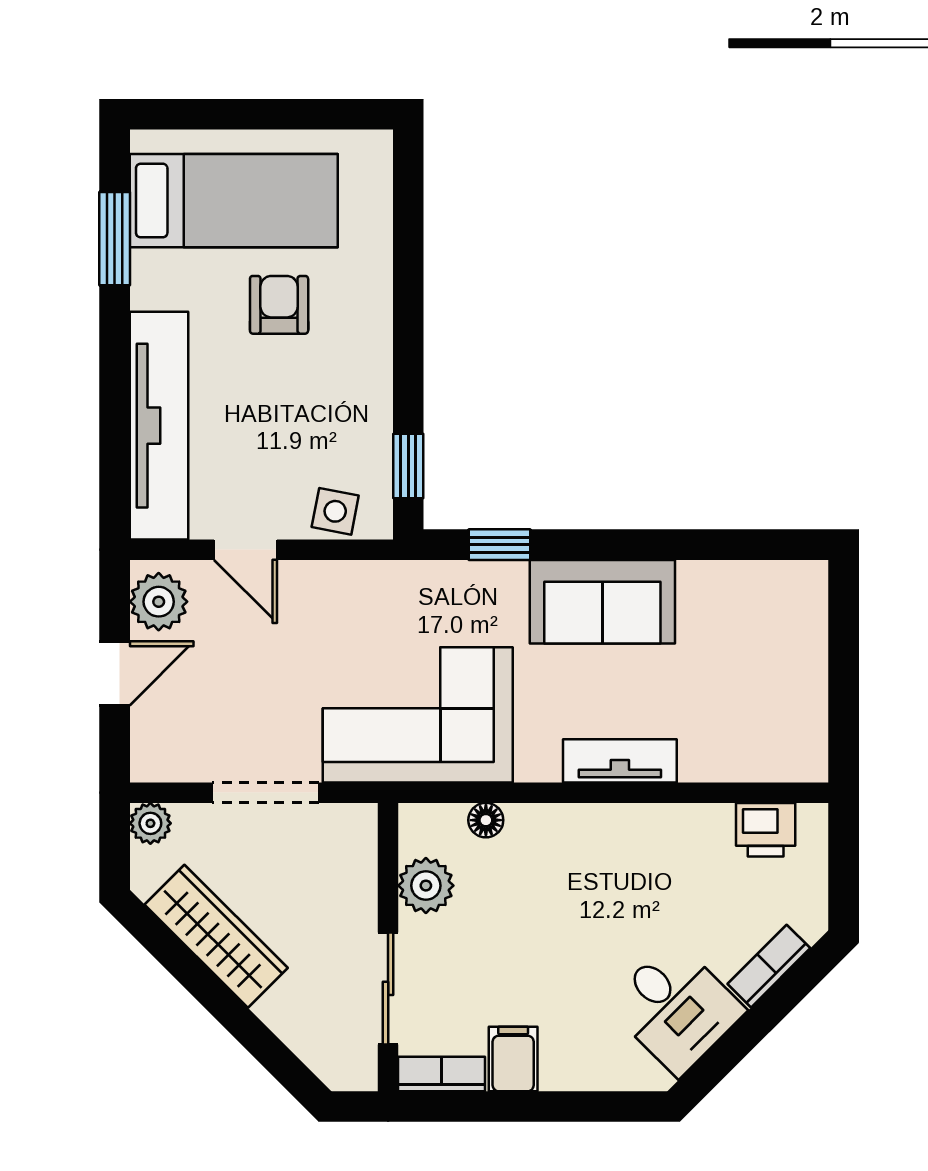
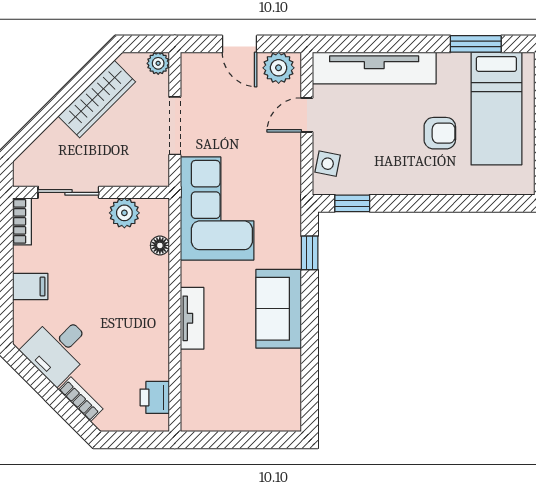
filing cabinet: (513, 1059) -> (30, 286), moved

